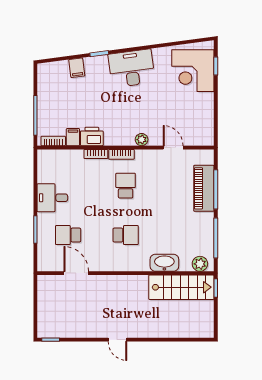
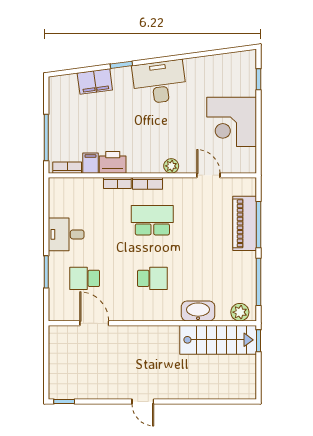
filing cabinet: (77, 68) -> (95, 81), width x2.00
corner desk: (193, 71) -> (232, 122), moved
school desk: (126, 186) -> (152, 220), width x1.85

